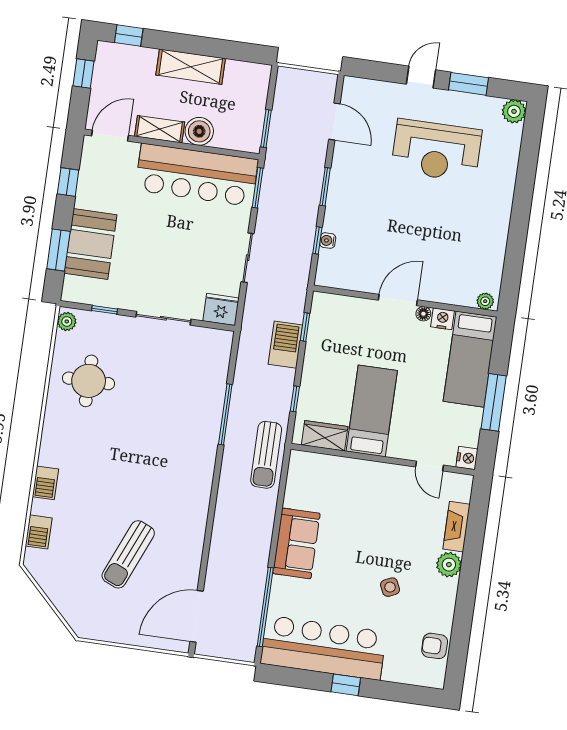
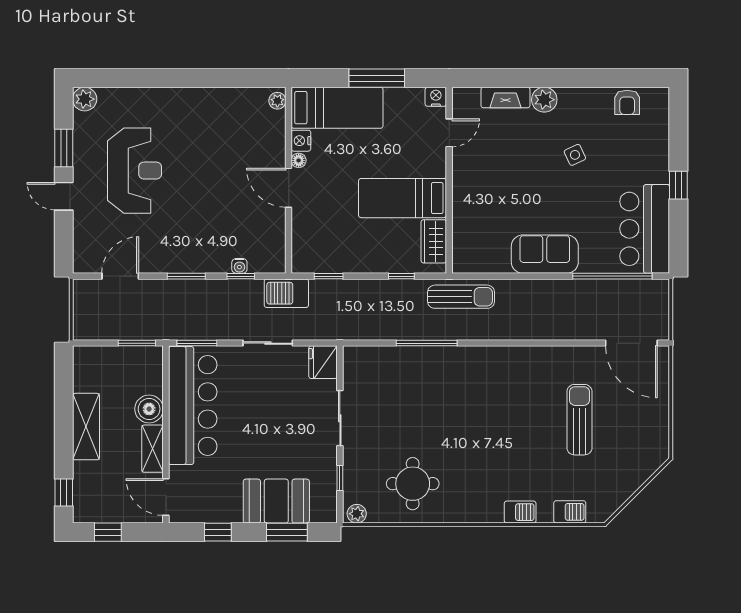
barbecue: (285, 345) -> (286, 293), moved
sun lounger: (128, 554) -> (579, 420), turned -113
bar counter: (323, 648) -> (645, 229), width x0.73

